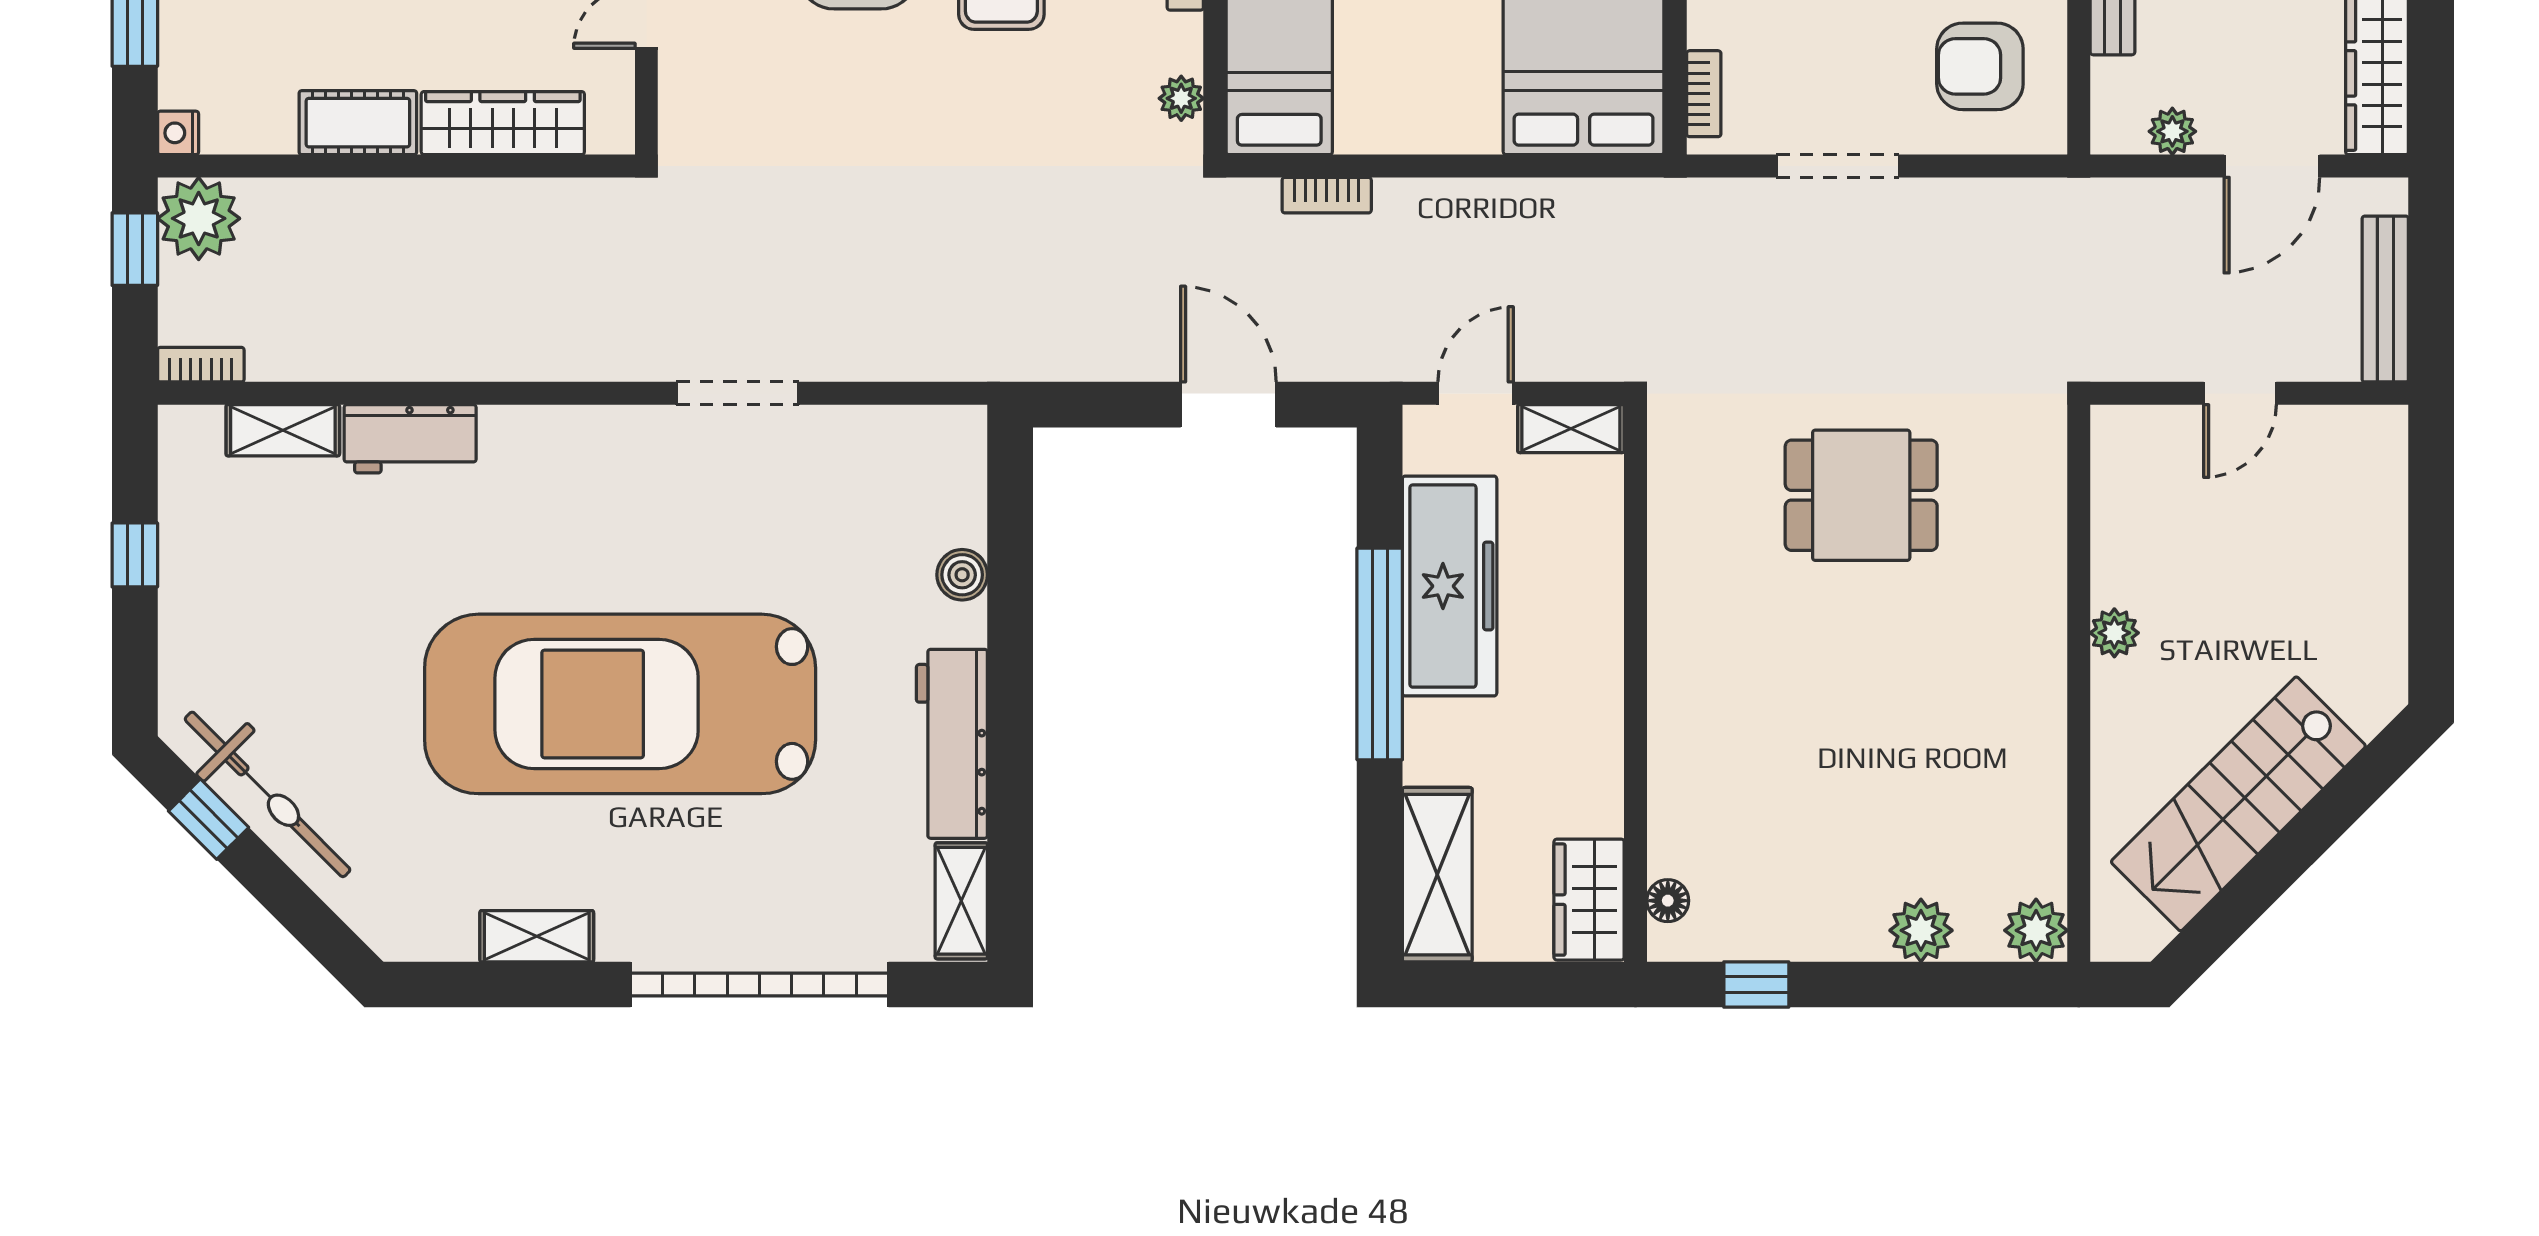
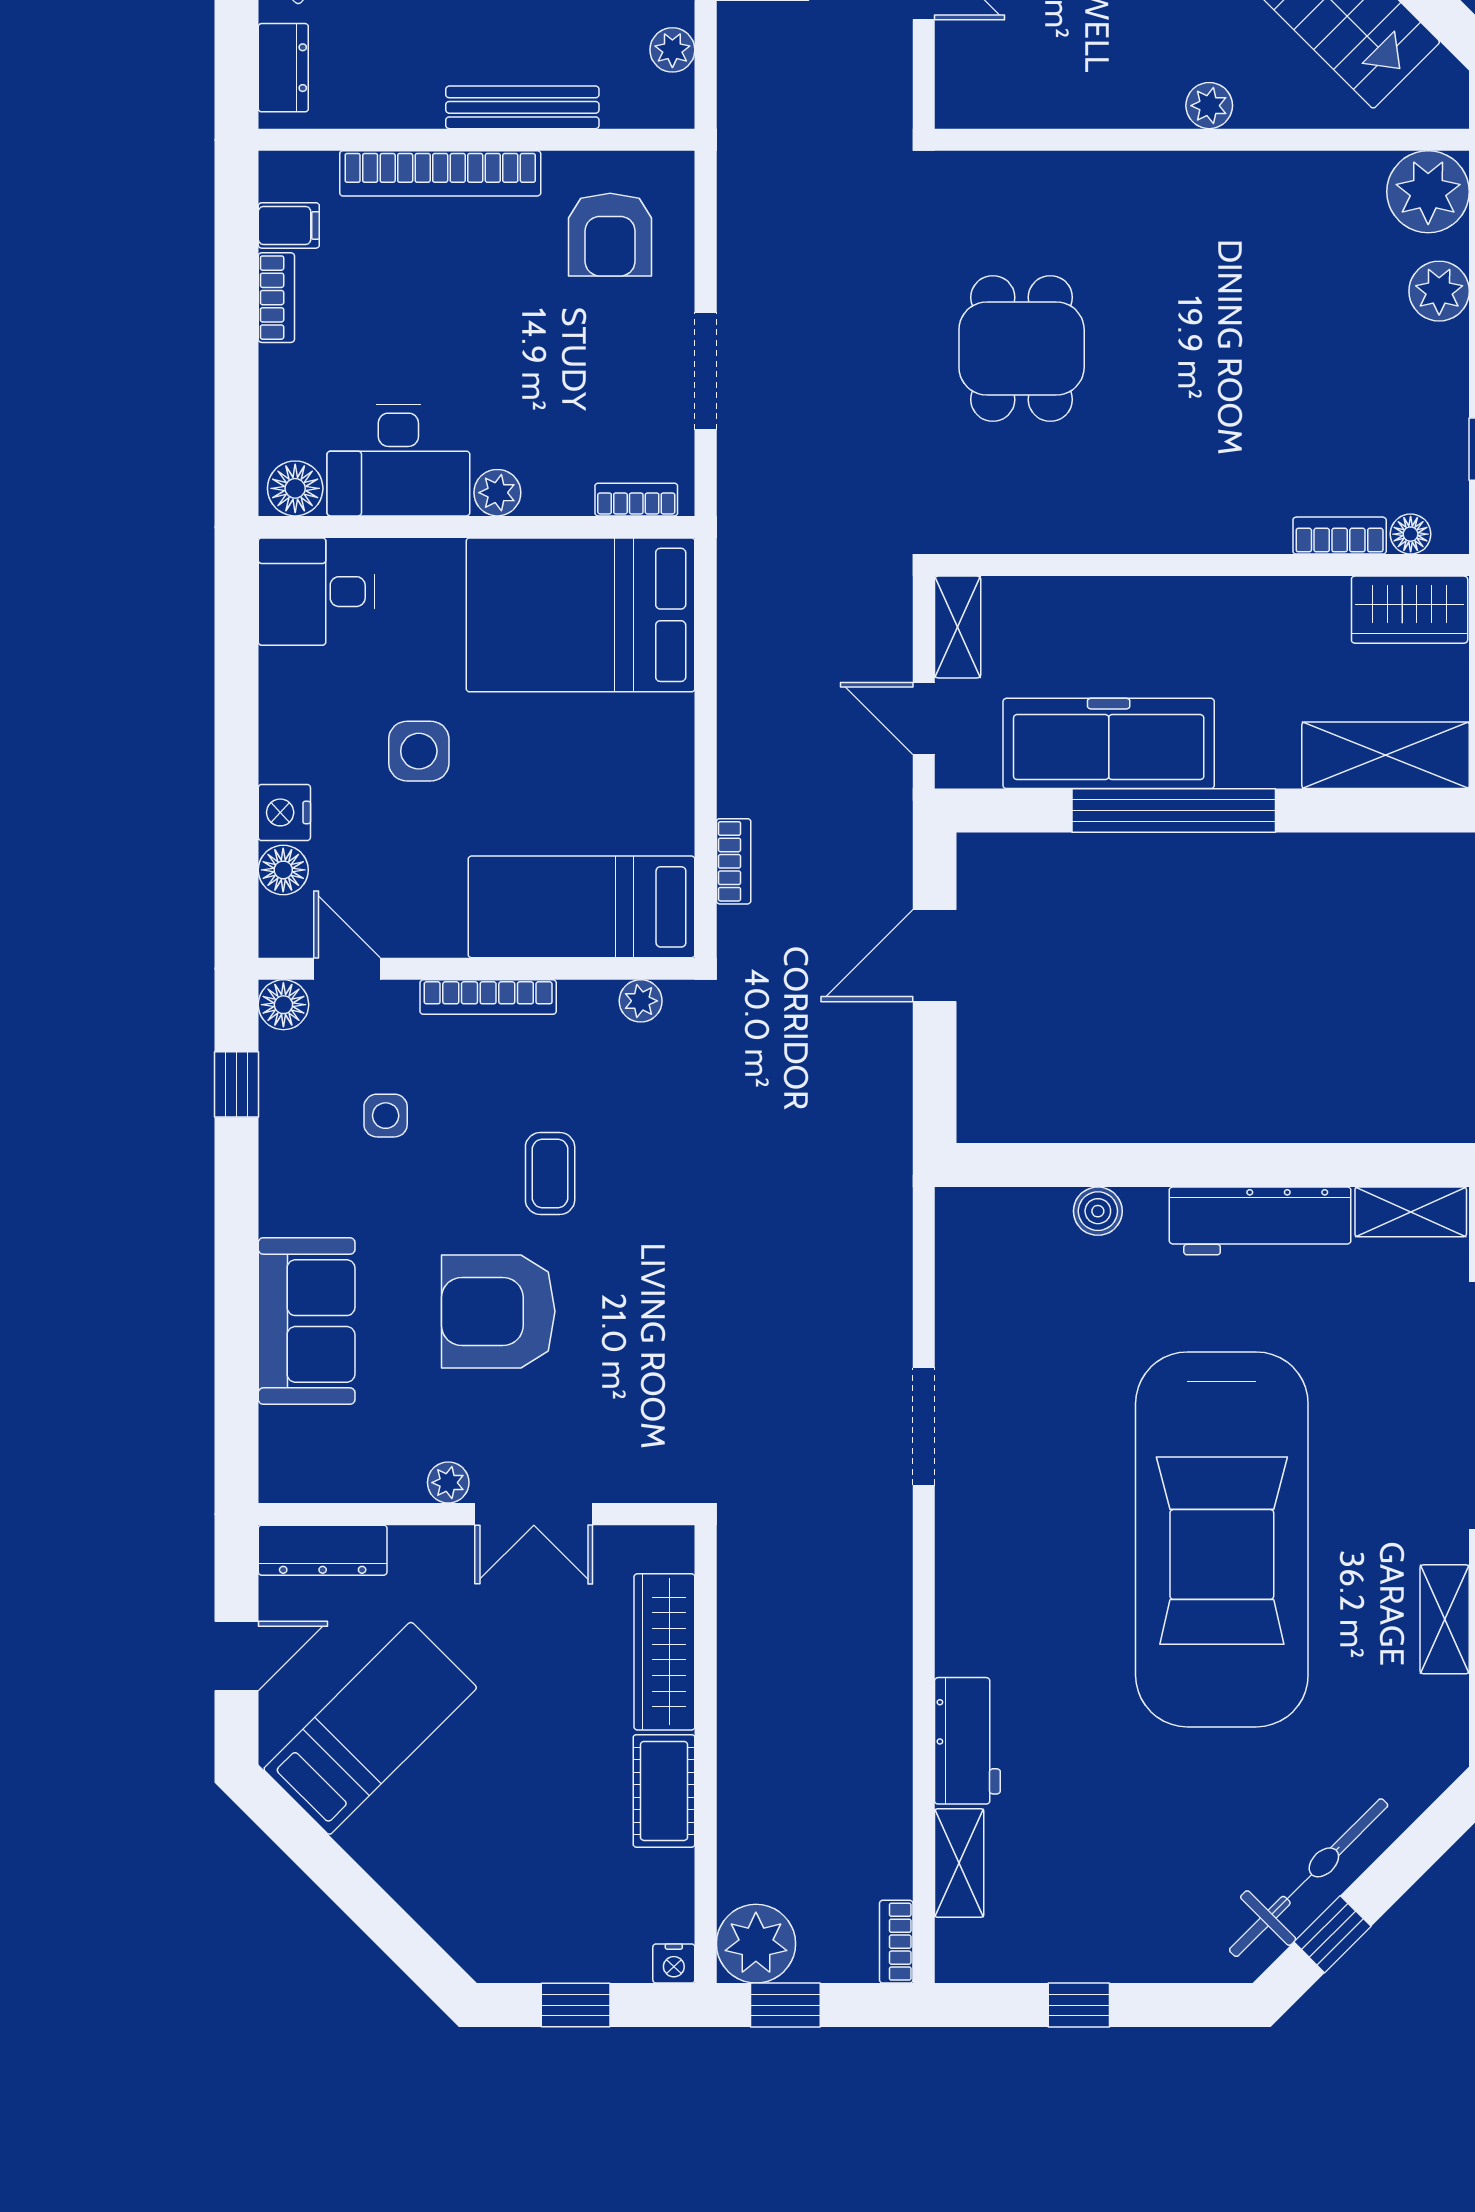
plant: (2114, 633) -> (1209, 106), moved
bookcase: (1666, 827) -> (1340, 536), added
plant: (2036, 930) -> (1428, 192), width x1.36, depth x1.36

